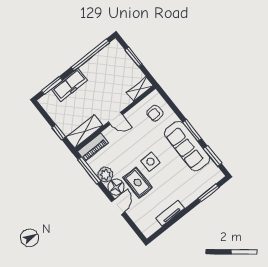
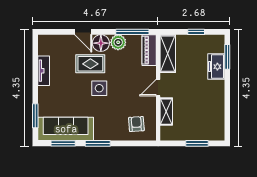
window: (90, 55) -> (227, 109), removed
freezer: (69, 85) -> (216, 67), width x0.71
shelving: (140, 89) -> (166, 112), moved
window: (59, 132) -> (196, 32), moved
sofa: (187, 146) -> (66, 129), moved

